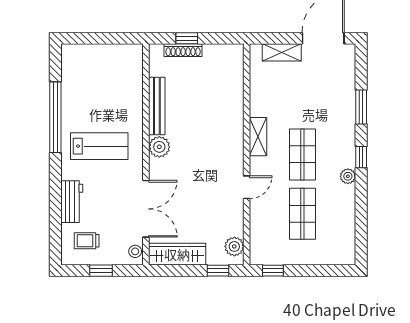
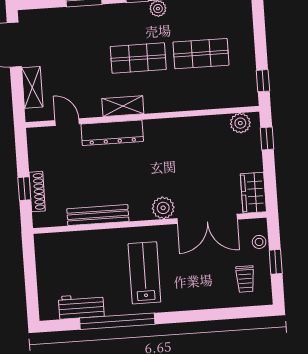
dresser: (234, 125) -> (112, 133), added
plant: (159, 147) -> (163, 208), moved
door: (247, 187) -> (67, 122), moved
workbench: (72, 202) -> (81, 306), moved
double door: (146, 209) -> (207, 219), swing flipped
stool: (135, 251) -> (259, 242), moved
wardrobe: (177, 254) -> (253, 193), width x0.67

